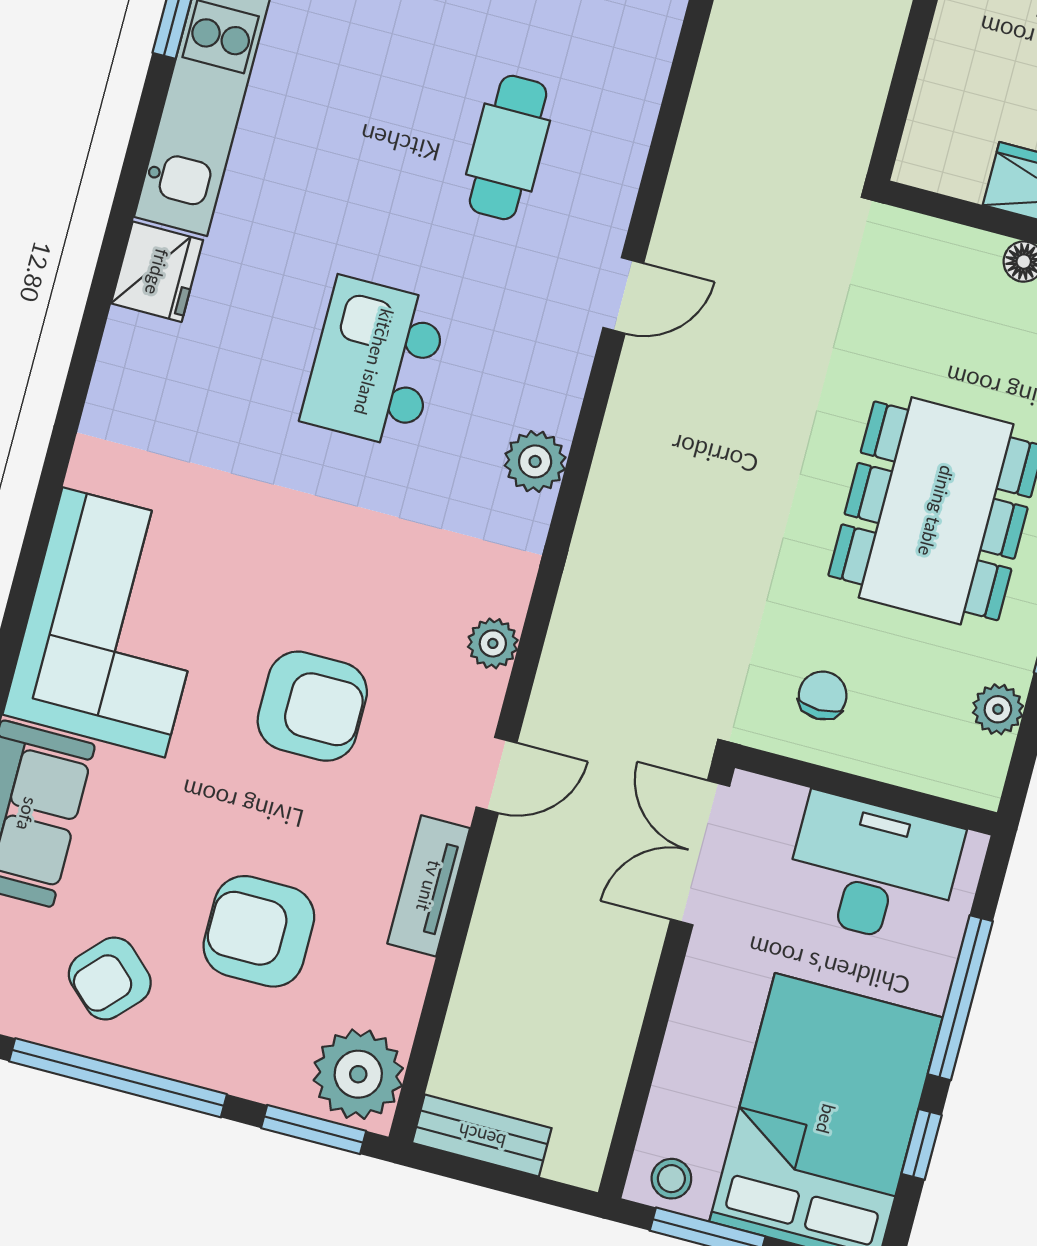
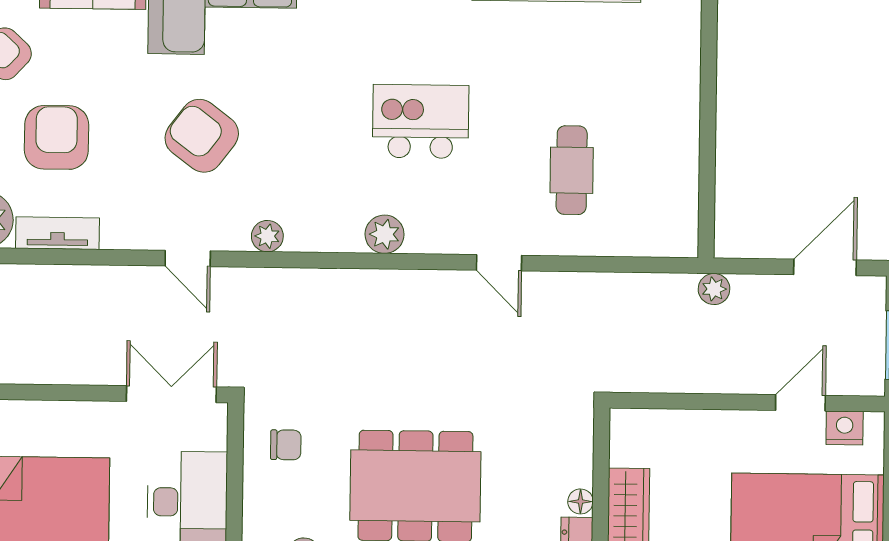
cafe table: (508, 147) -> (572, 170), turned 90
armchair: (312, 706) -> (202, 136), turned 127
tv unit: (429, 886) -> (58, 233), moved

